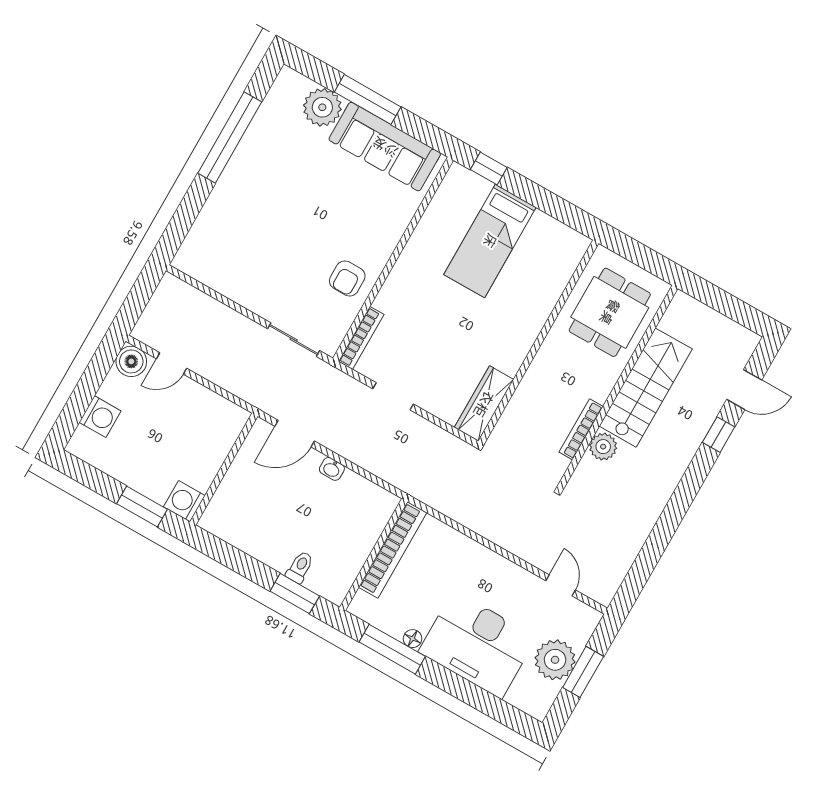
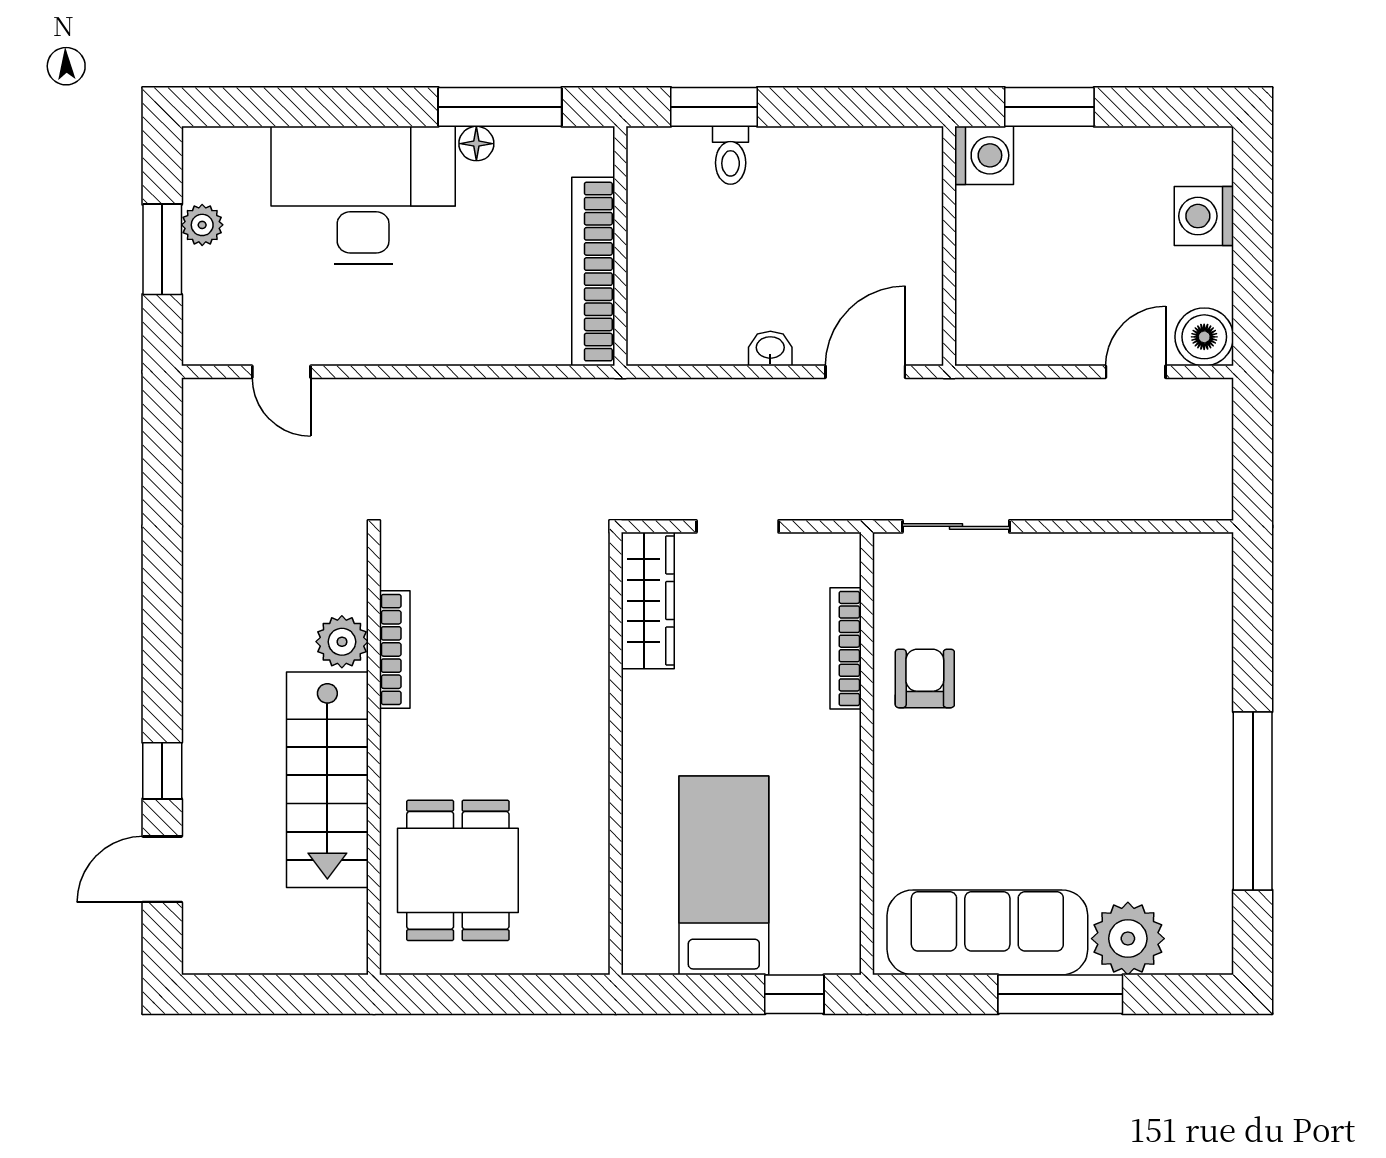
bookcase: (361, 338) -> (846, 648), moved
wall: (538, 342) -> (616, 754), moved
wardrobe: (484, 404) -> (648, 601), moved
plant: (555, 660) -> (202, 225), width x0.53, depth x0.53

